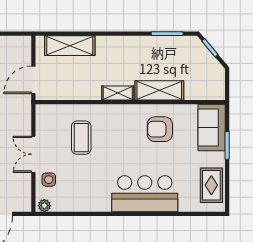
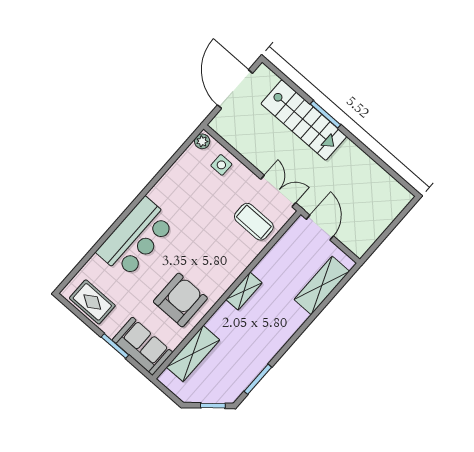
shelving: (159, 90) -> (193, 354), moved
armchair: (160, 129) -> (180, 300), width x1.36, depth x1.36
coffee table: (81, 138) -> (254, 222), moved
double door: (33, 154) -> (278, 191), moved

